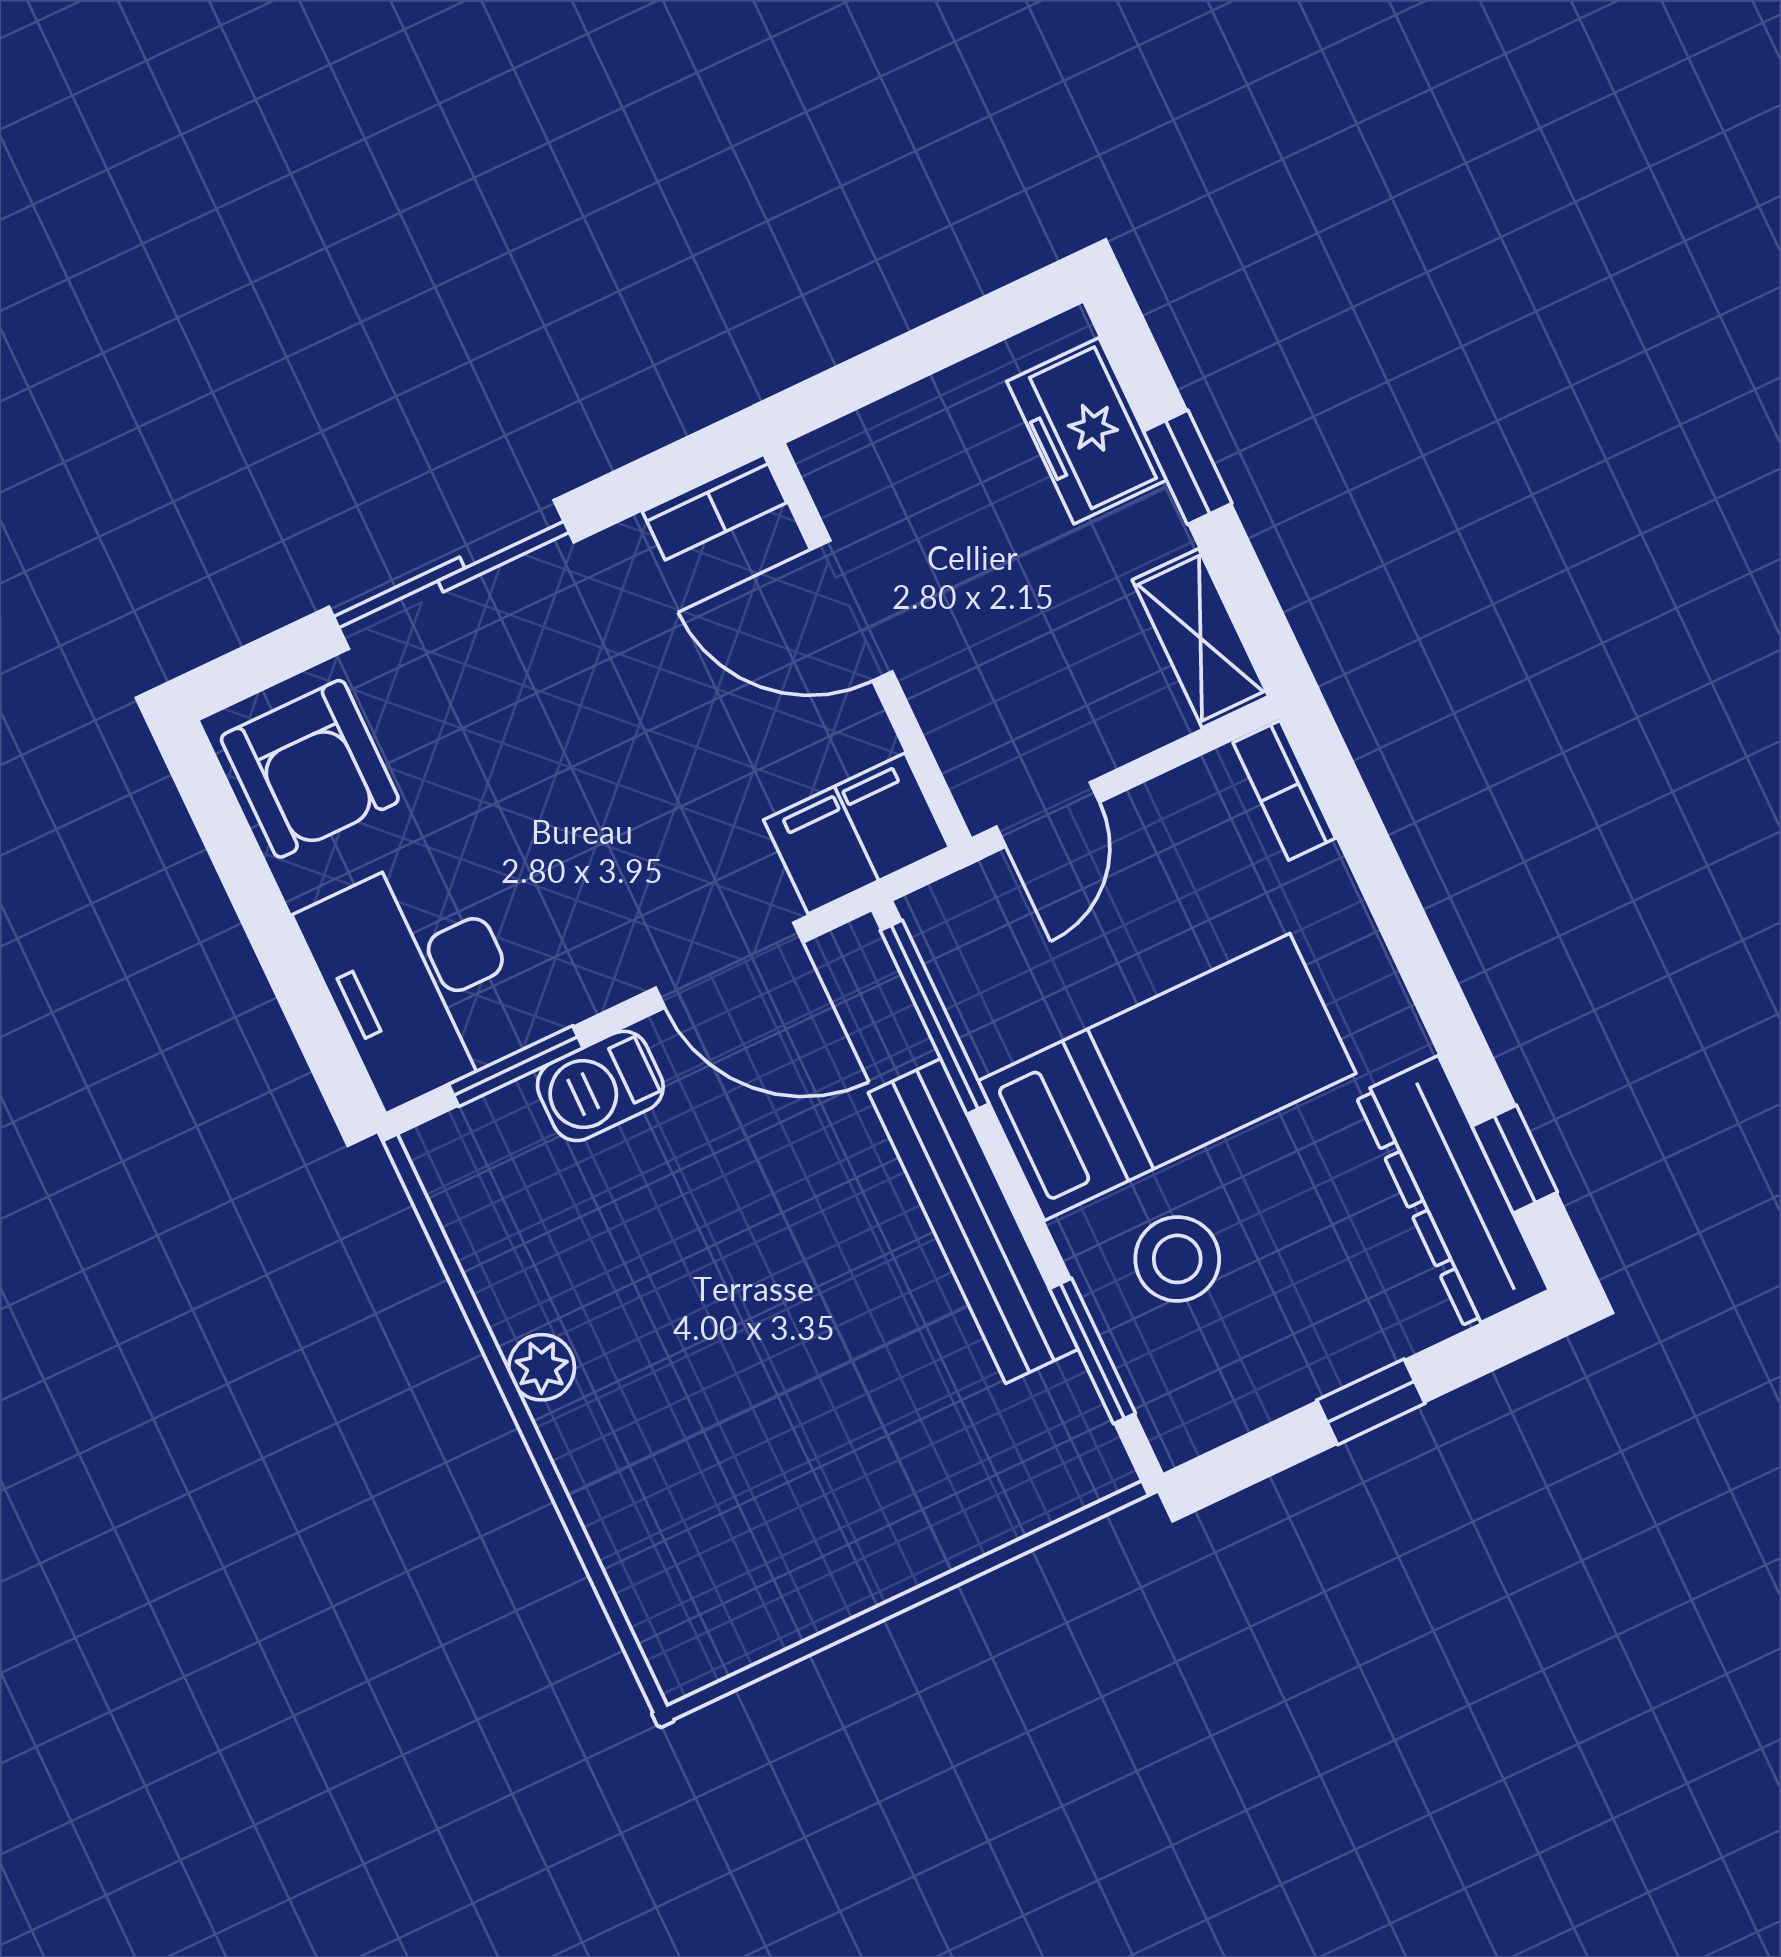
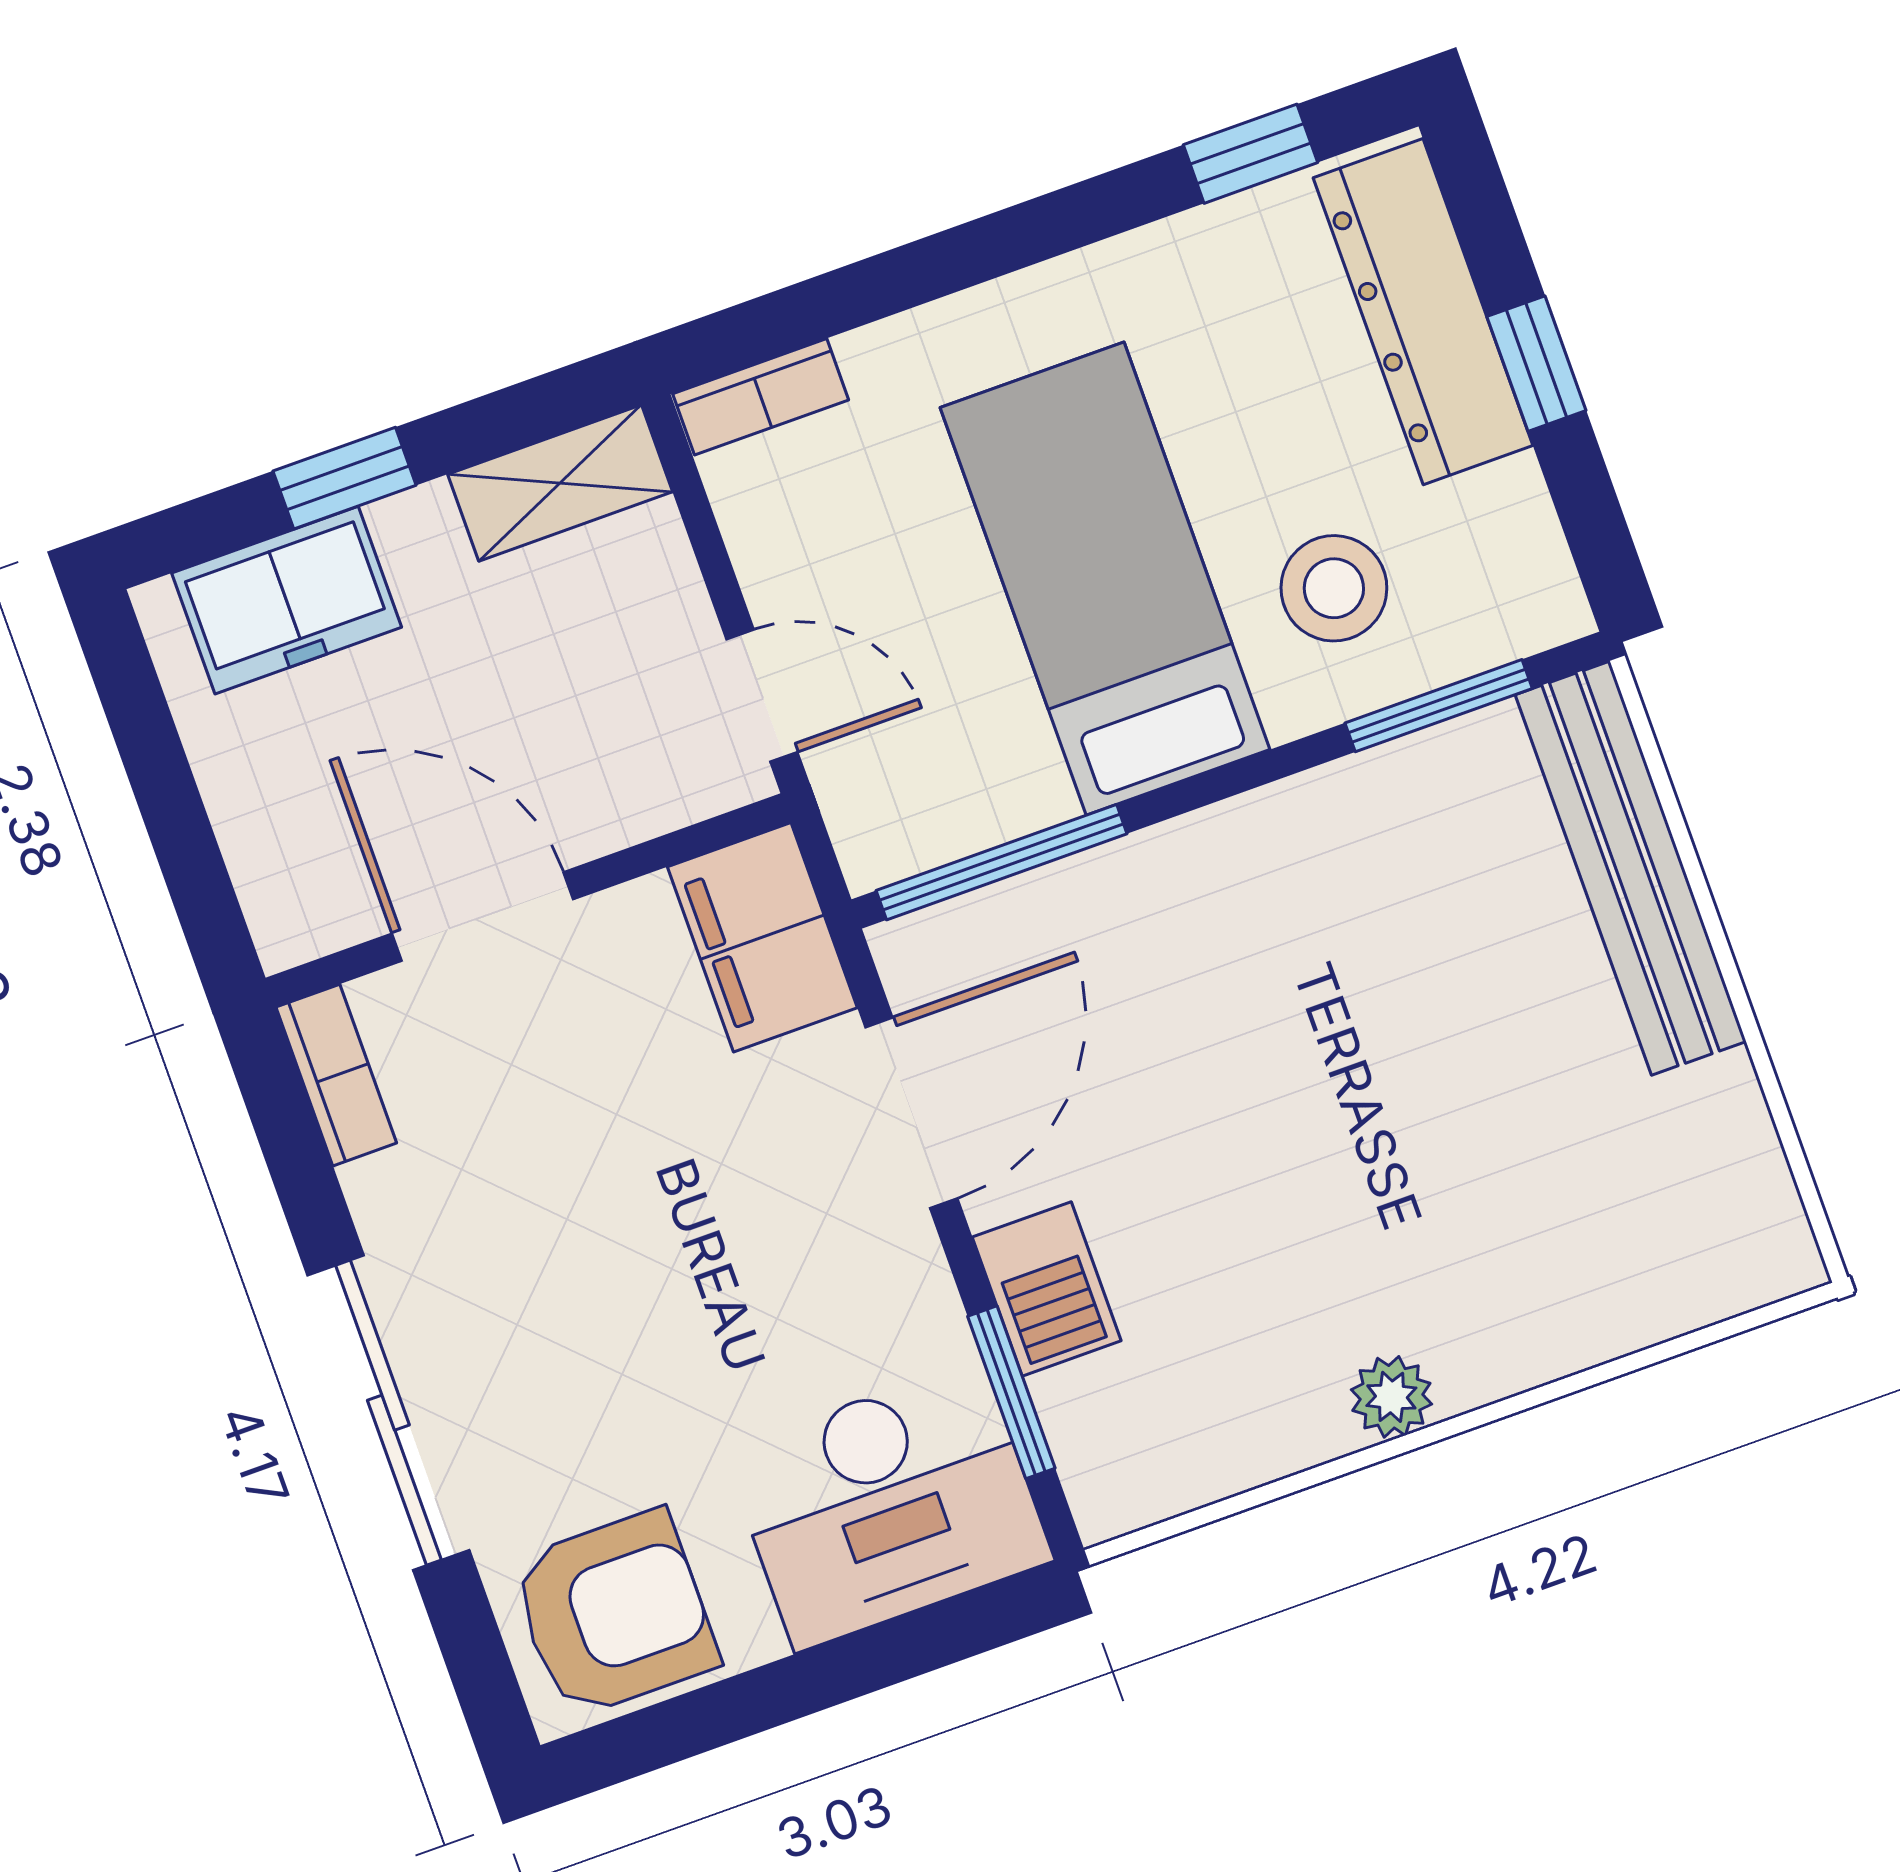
door: (851, 611) -> (483, 916), swing flipped
dresser: (1452, 1193) -> (1423, 312), moved, turned 90
bench: (973, 1221) -> (1631, 868), moved, turned 90

